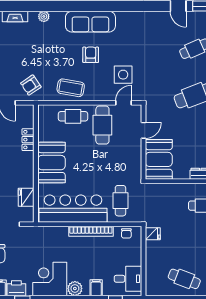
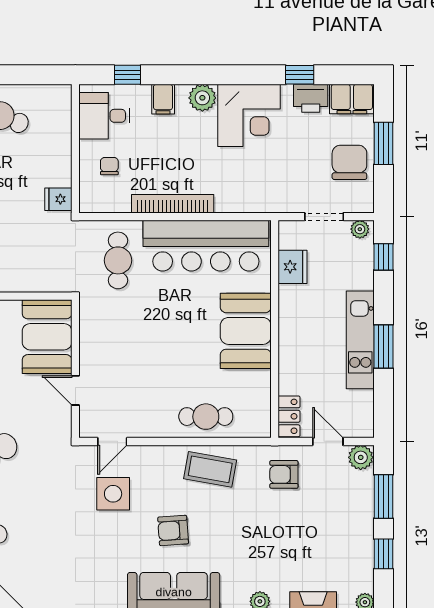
armchair: (91, 55) -> (173, 530), turned 86
armchair: (31, 85) -> (284, 474), turned -146
cafe table: (102, 125) -> (151, 400), removed
door: (143, 130) -> (75, 390), hinge flipped
locker: (28, 140) -> (289, 416), moved
chair: (126, 233) -> (109, 166), moved

